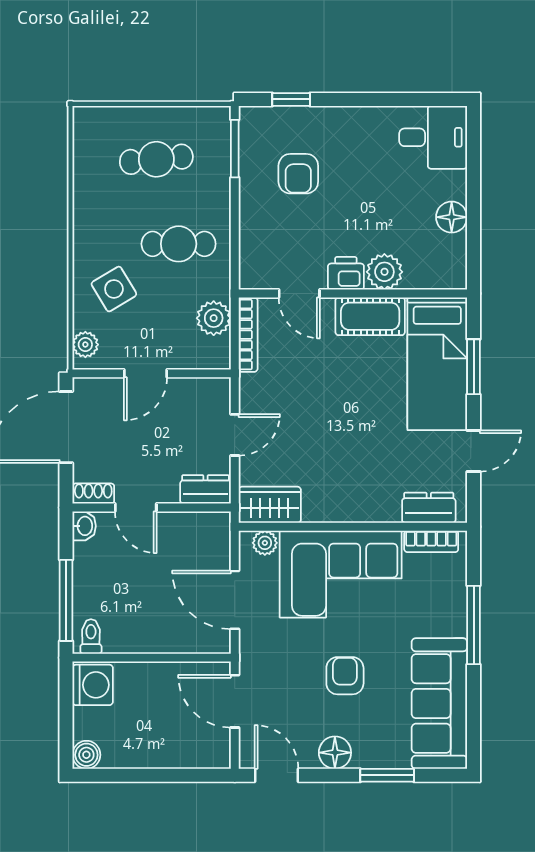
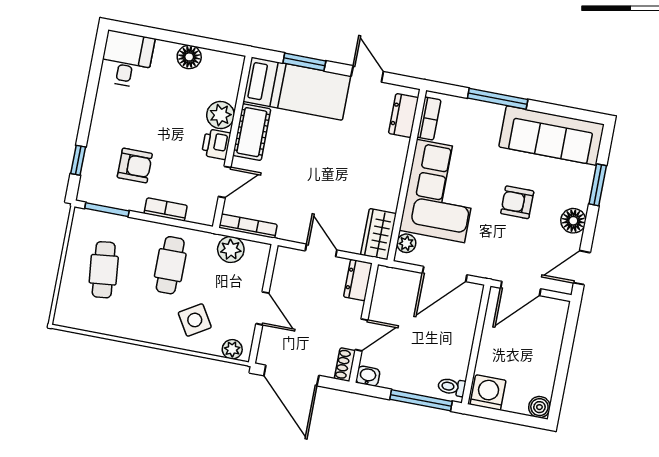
bookcase: (249, 224) -> (166, 209), added

